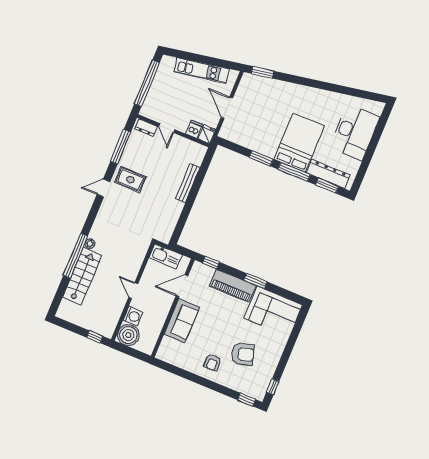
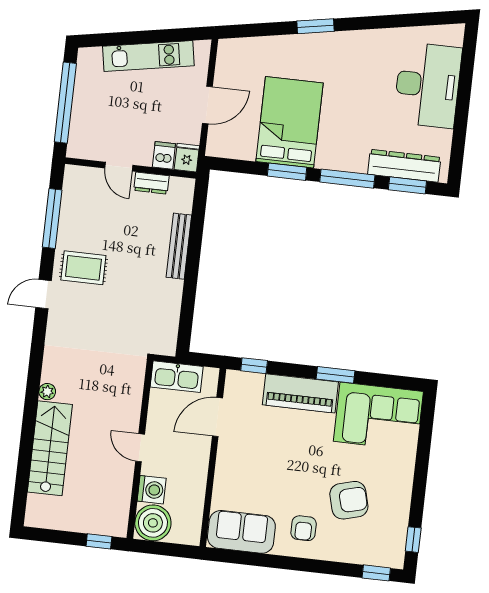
window: (262, 72) -> (315, 26), moved
door: (227, 108) -> (207, 105), swing flipped
dresser: (146, 128) -> (151, 183), moved
bed: (299, 143) -> (290, 122), moved
window: (75, 256) -> (29, 418), removed
sofa: (182, 321) -> (241, 532), moved, turned -90

